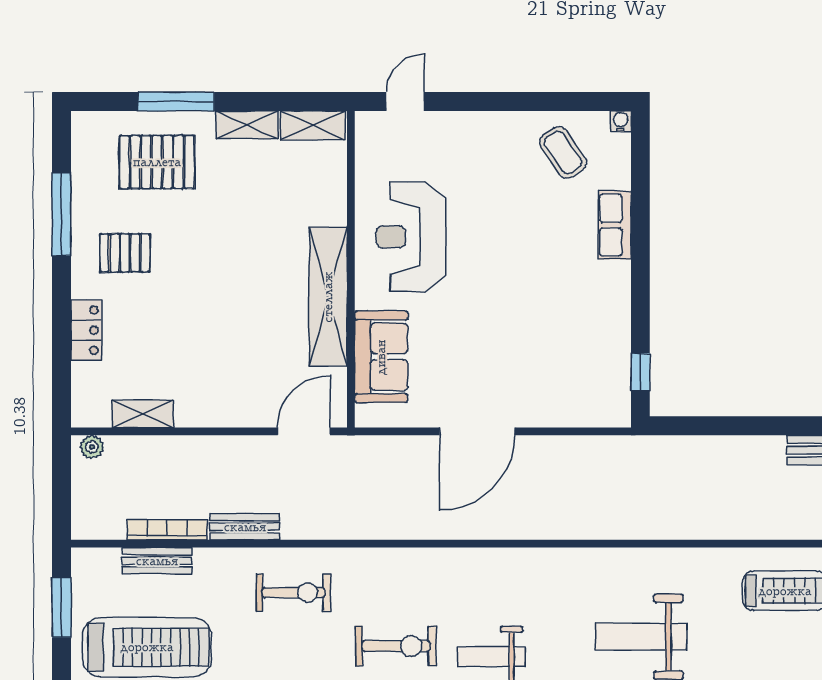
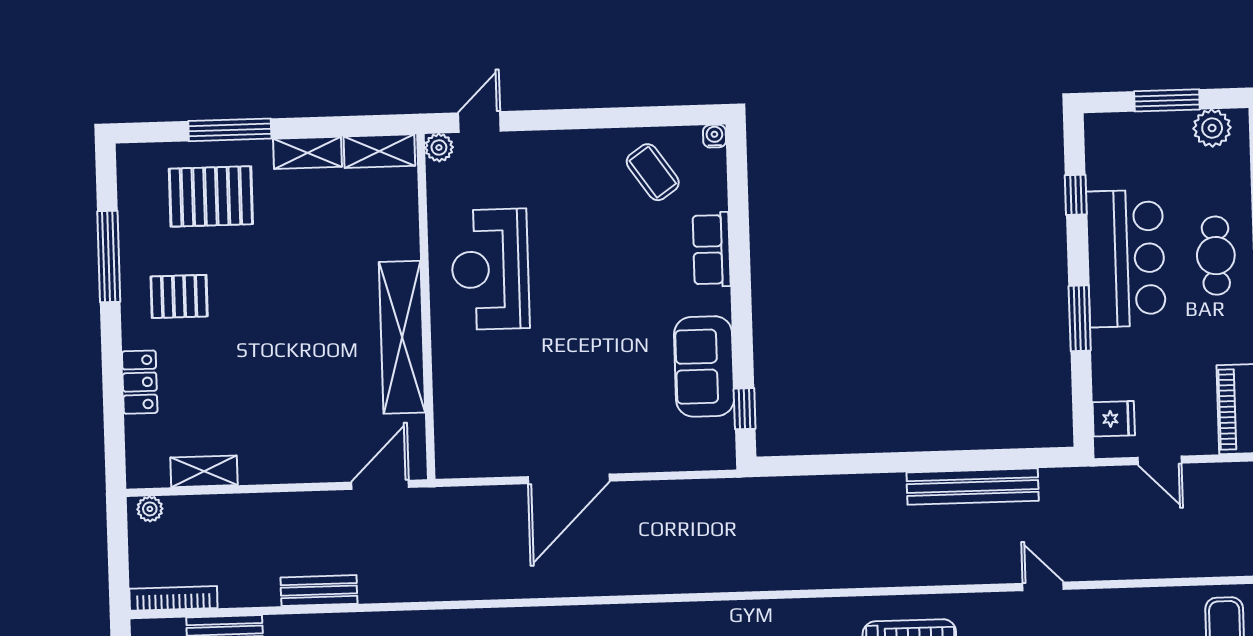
plant: (368, 124) -> (439, 147), added
sofa: (381, 357) -> (704, 366), moved, turned 180
bookcase: (167, 530) -> (173, 598), moved

